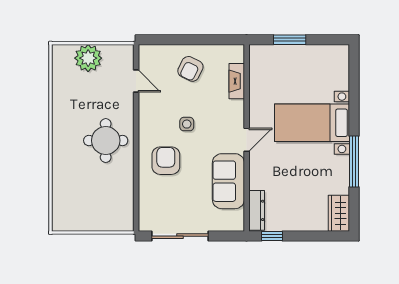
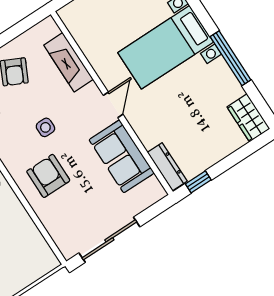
fireplace: (237, 81) -> (69, 62), width x1.37, depth x1.32

